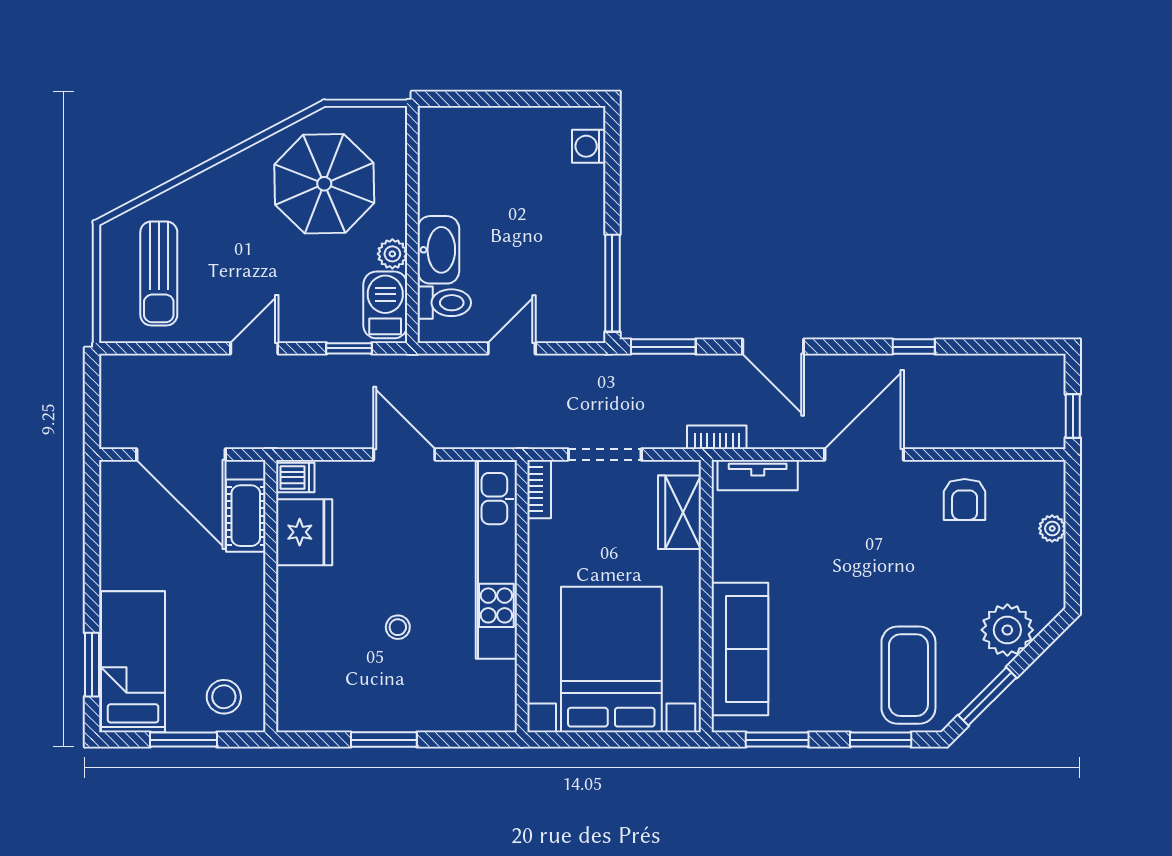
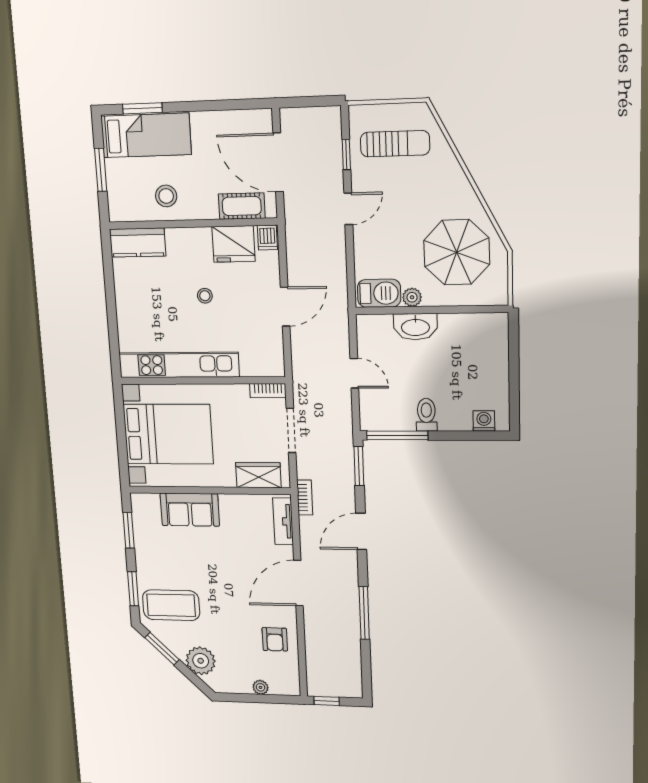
sun lounger: (159, 273) -> (395, 144), turned 180
toilet: (444, 303) -> (426, 415), moved, turned 180
window: (914, 347) -> (364, 613), width x2.17
door: (254, 348) -> (348, 209), hinge flipped
window: (349, 348) -> (346, 154), moved
door: (181, 455) -> (278, 162), hinge flipped
door: (864, 455) -> (298, 583), swing flipped
armchair: (965, 499) -> (275, 639), turned -90
kitchen unit: (496, 560) -> (179, 365), moved
stool: (398, 627) -> (205, 296), moved
sofa: (740, 649) -> (190, 510), width x0.73
kitchen counter: (298, 688) -> (138, 242), added
stool: (224, 697) -> (166, 196), moved
window: (384, 740) -> (110, 297), removed

